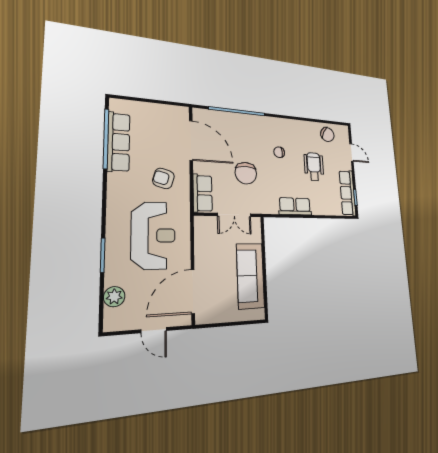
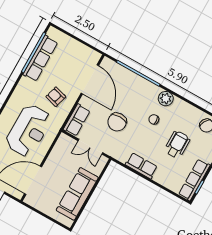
plant: (278, 125) -> (166, 99), added

